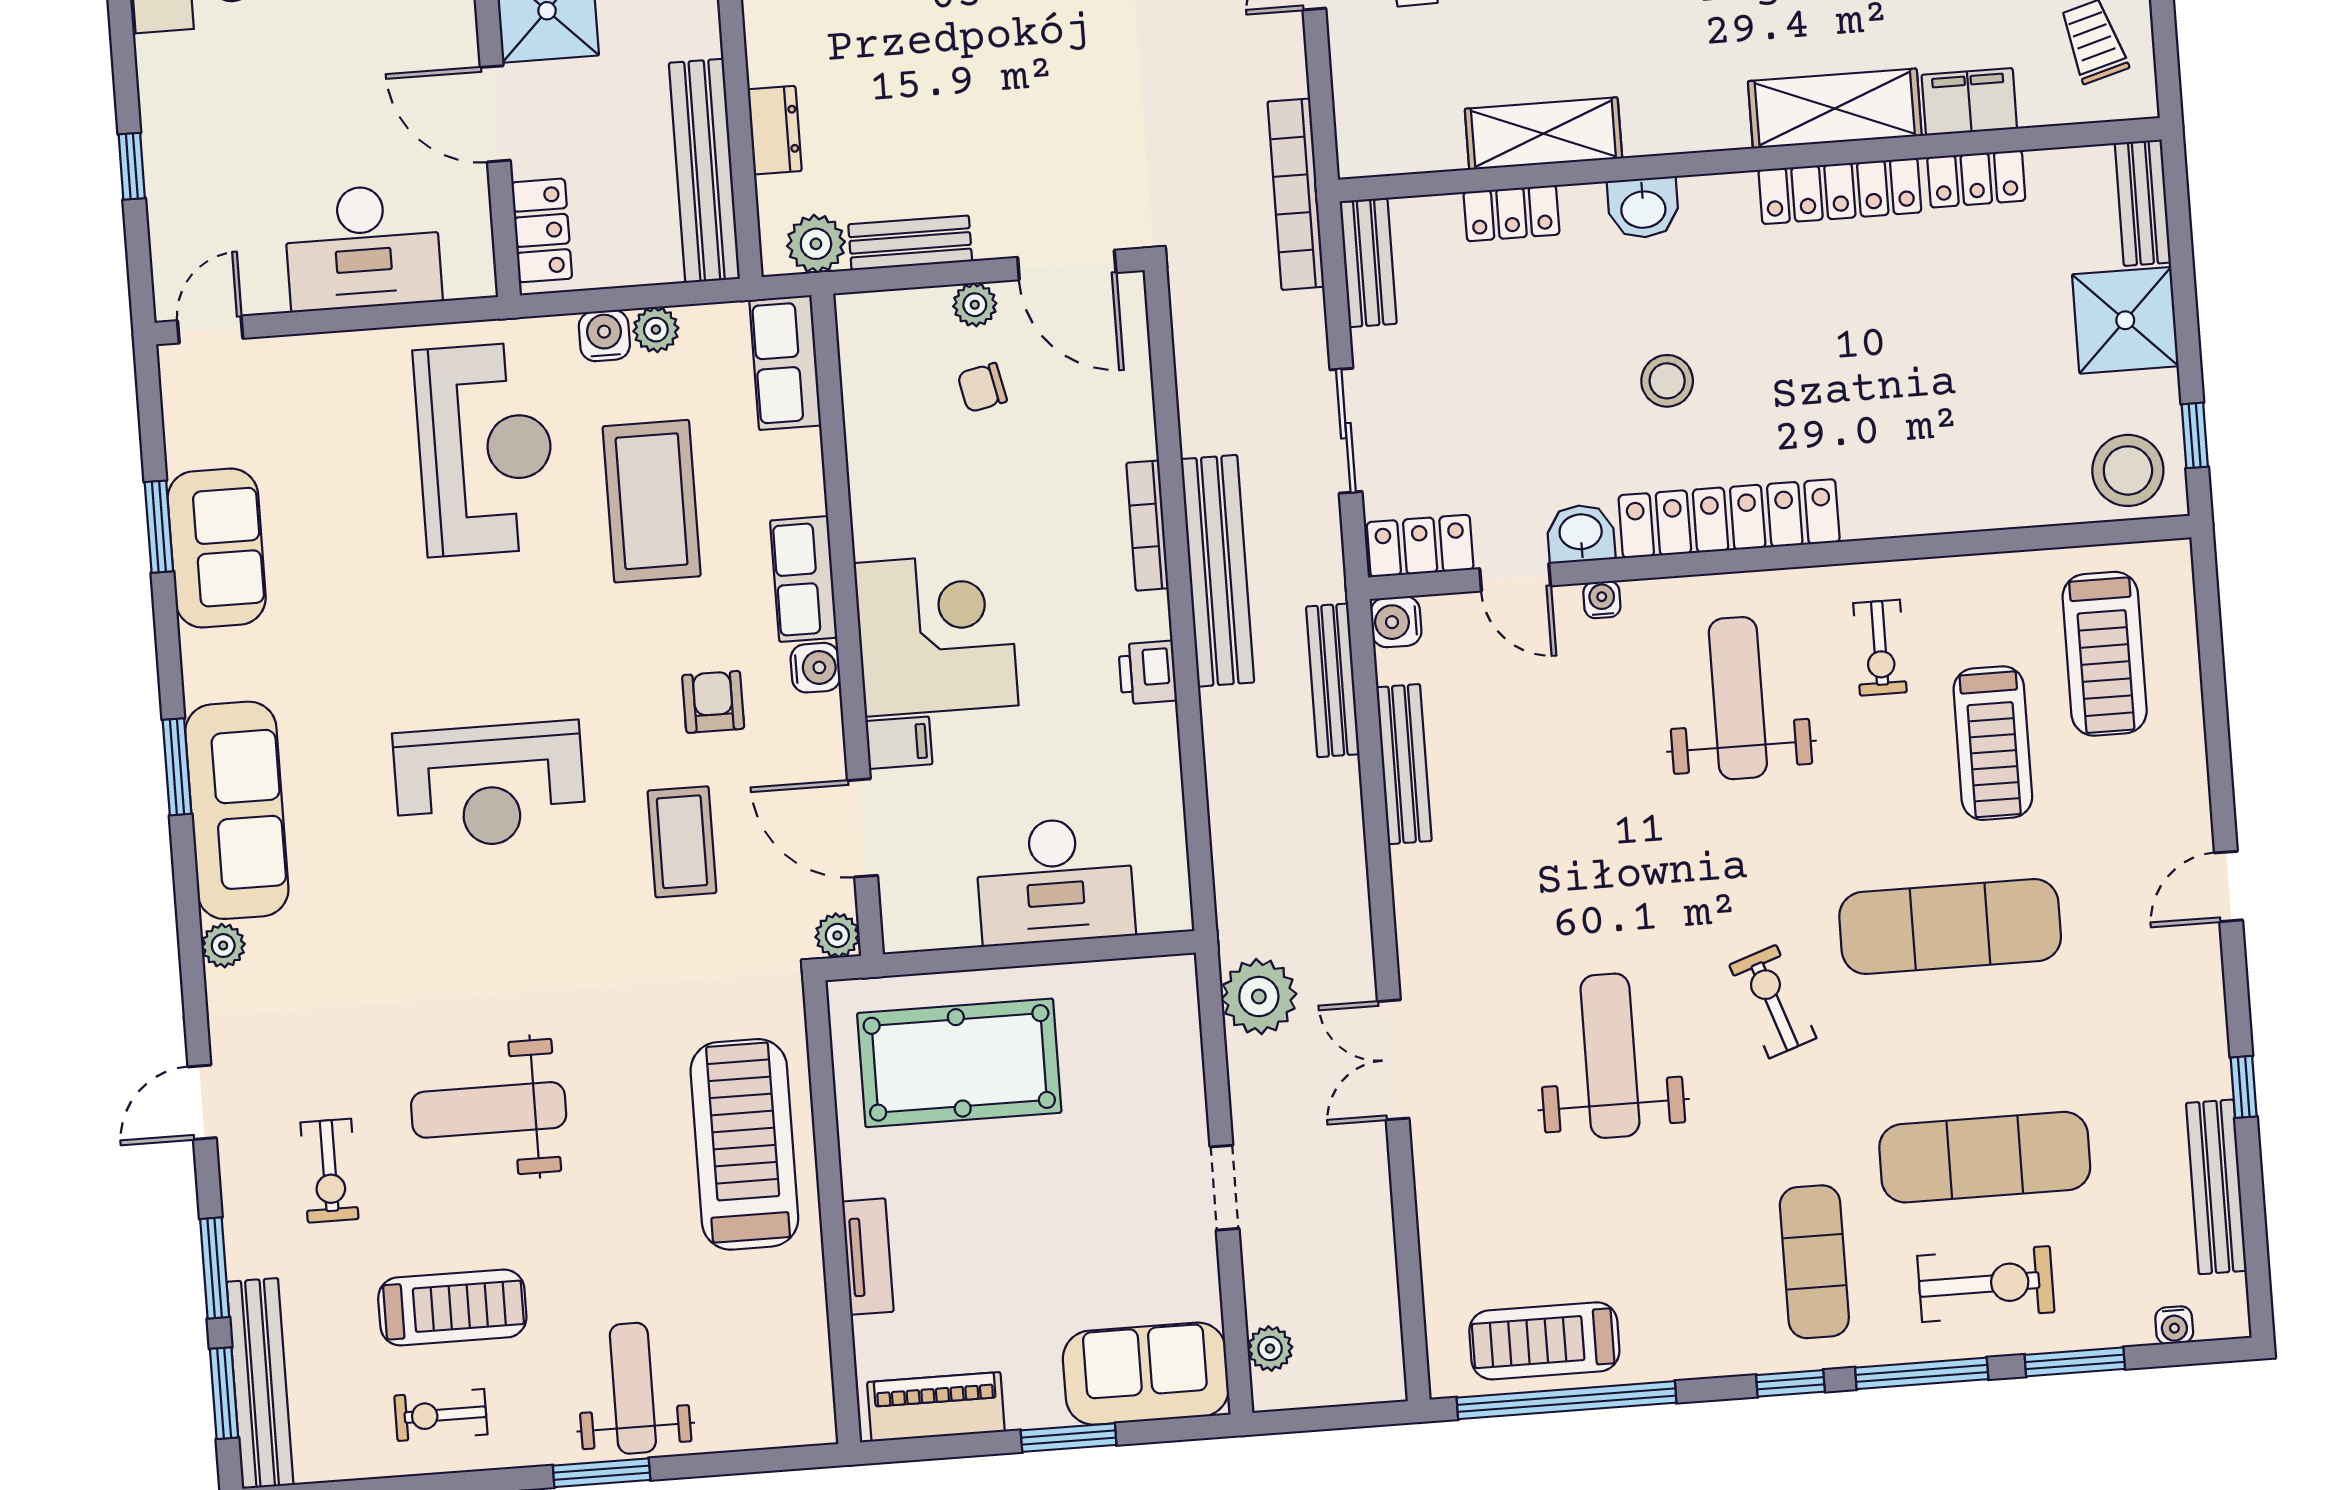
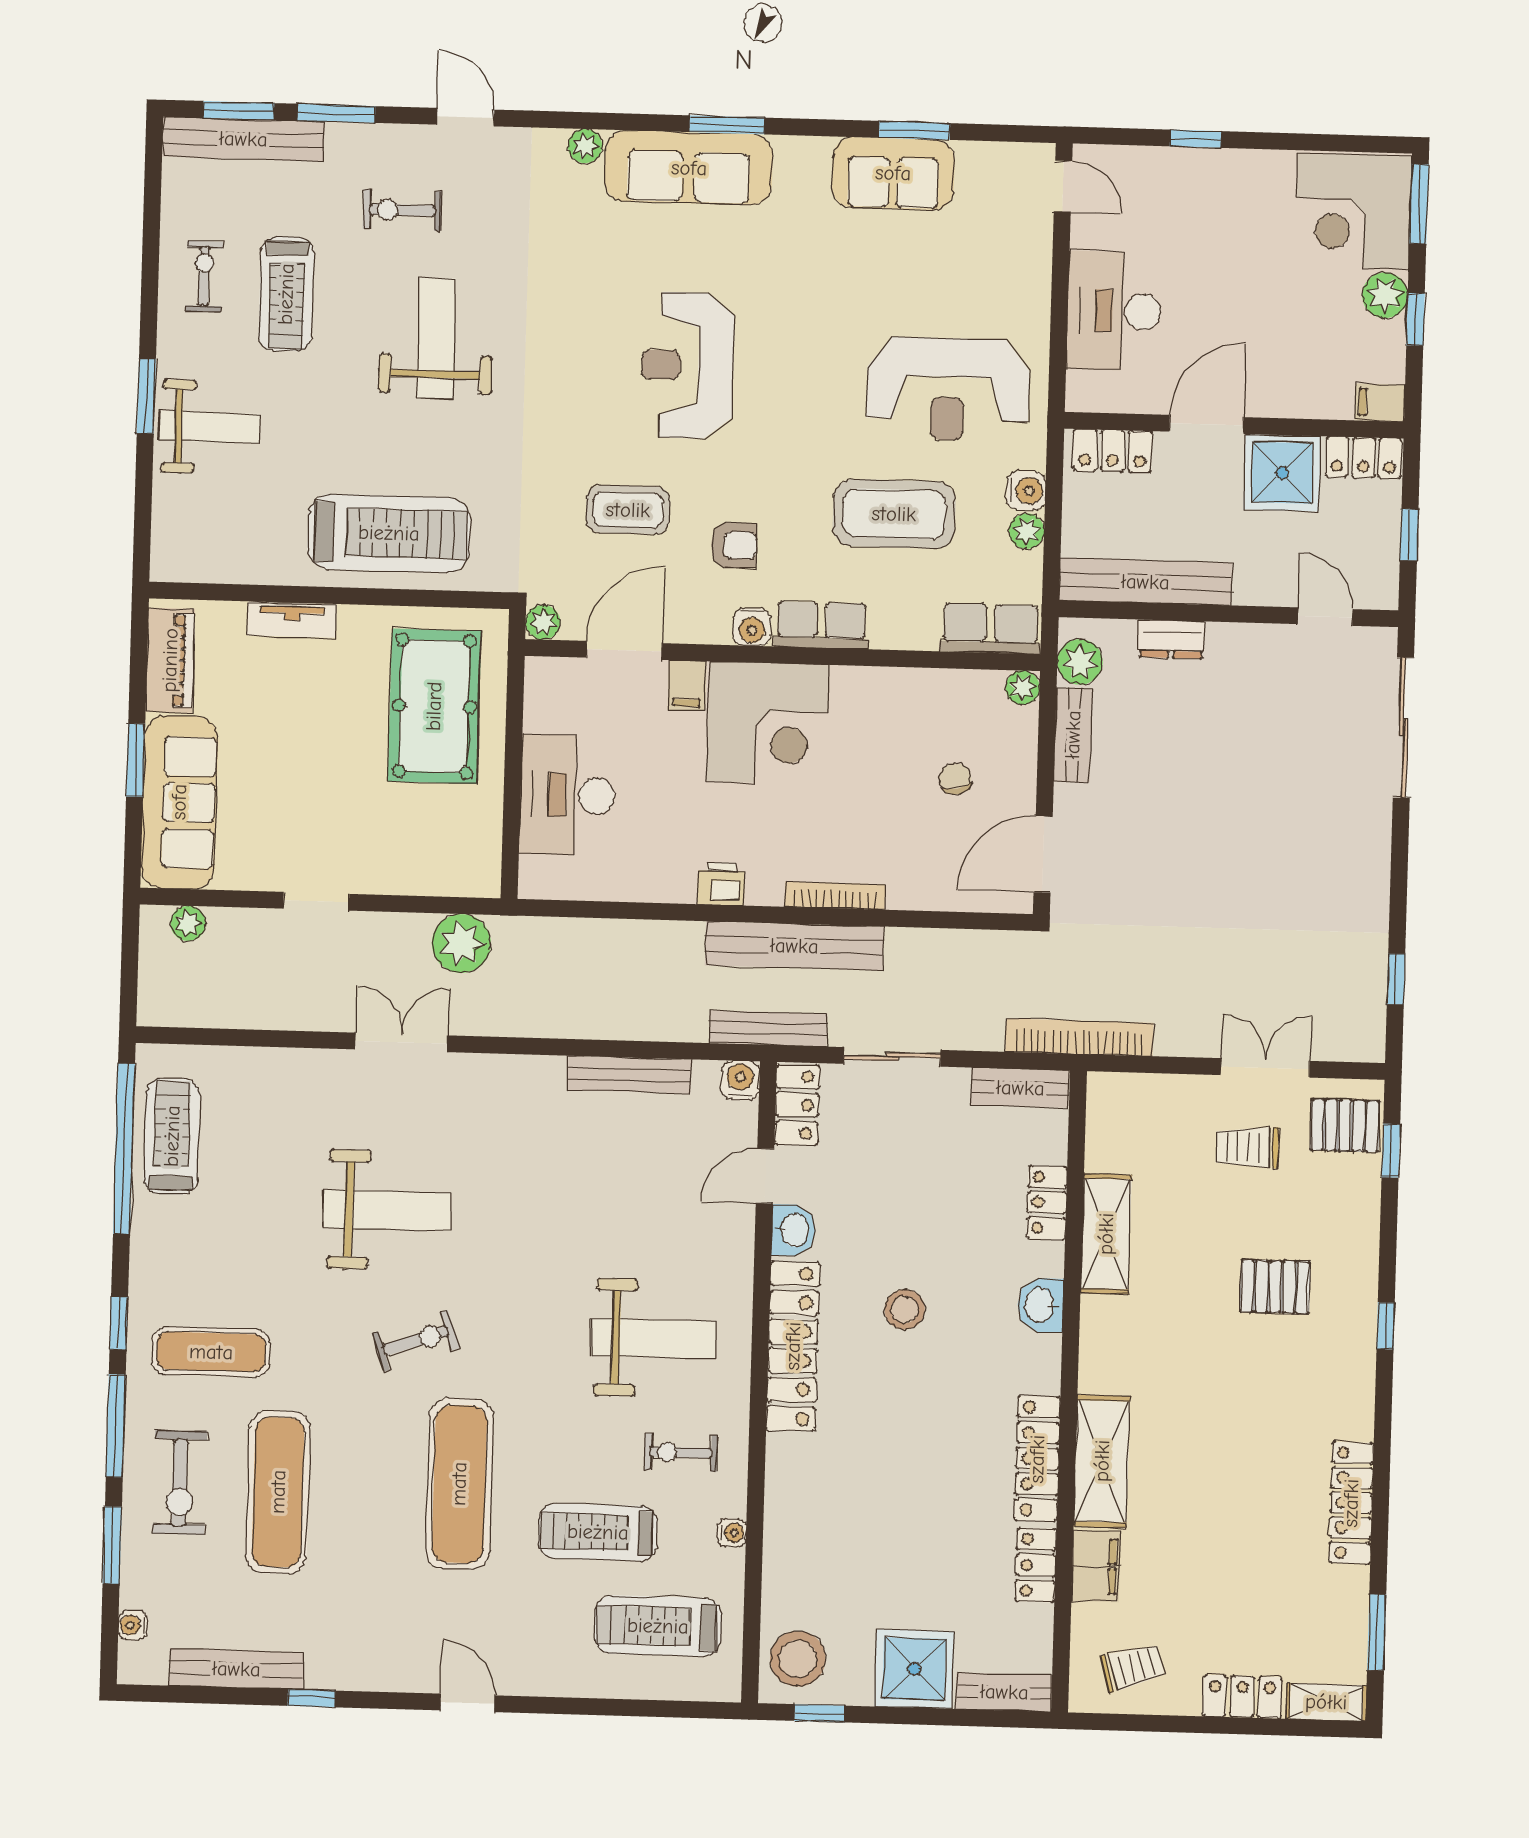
plant: (975, 305) -> (1023, 688), moved
water cooler: (1602, 600) -> (732, 1533), moved
bench: (1333, 680) -> (768, 1028), moved
sofa: (1146, 1374) -> (179, 802), width x1.36

